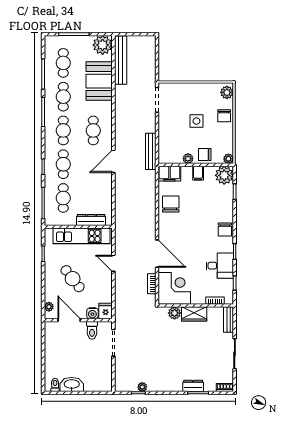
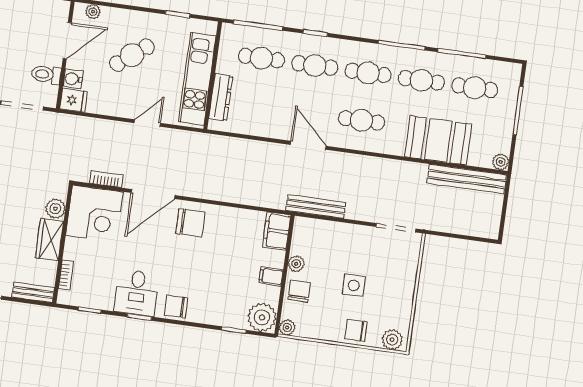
plant: (103, 45) -> (501, 162), width x0.53, depth x0.53
chair: (171, 204) -> (190, 223), moved
desk: (220, 266) -> (137, 293), moved

